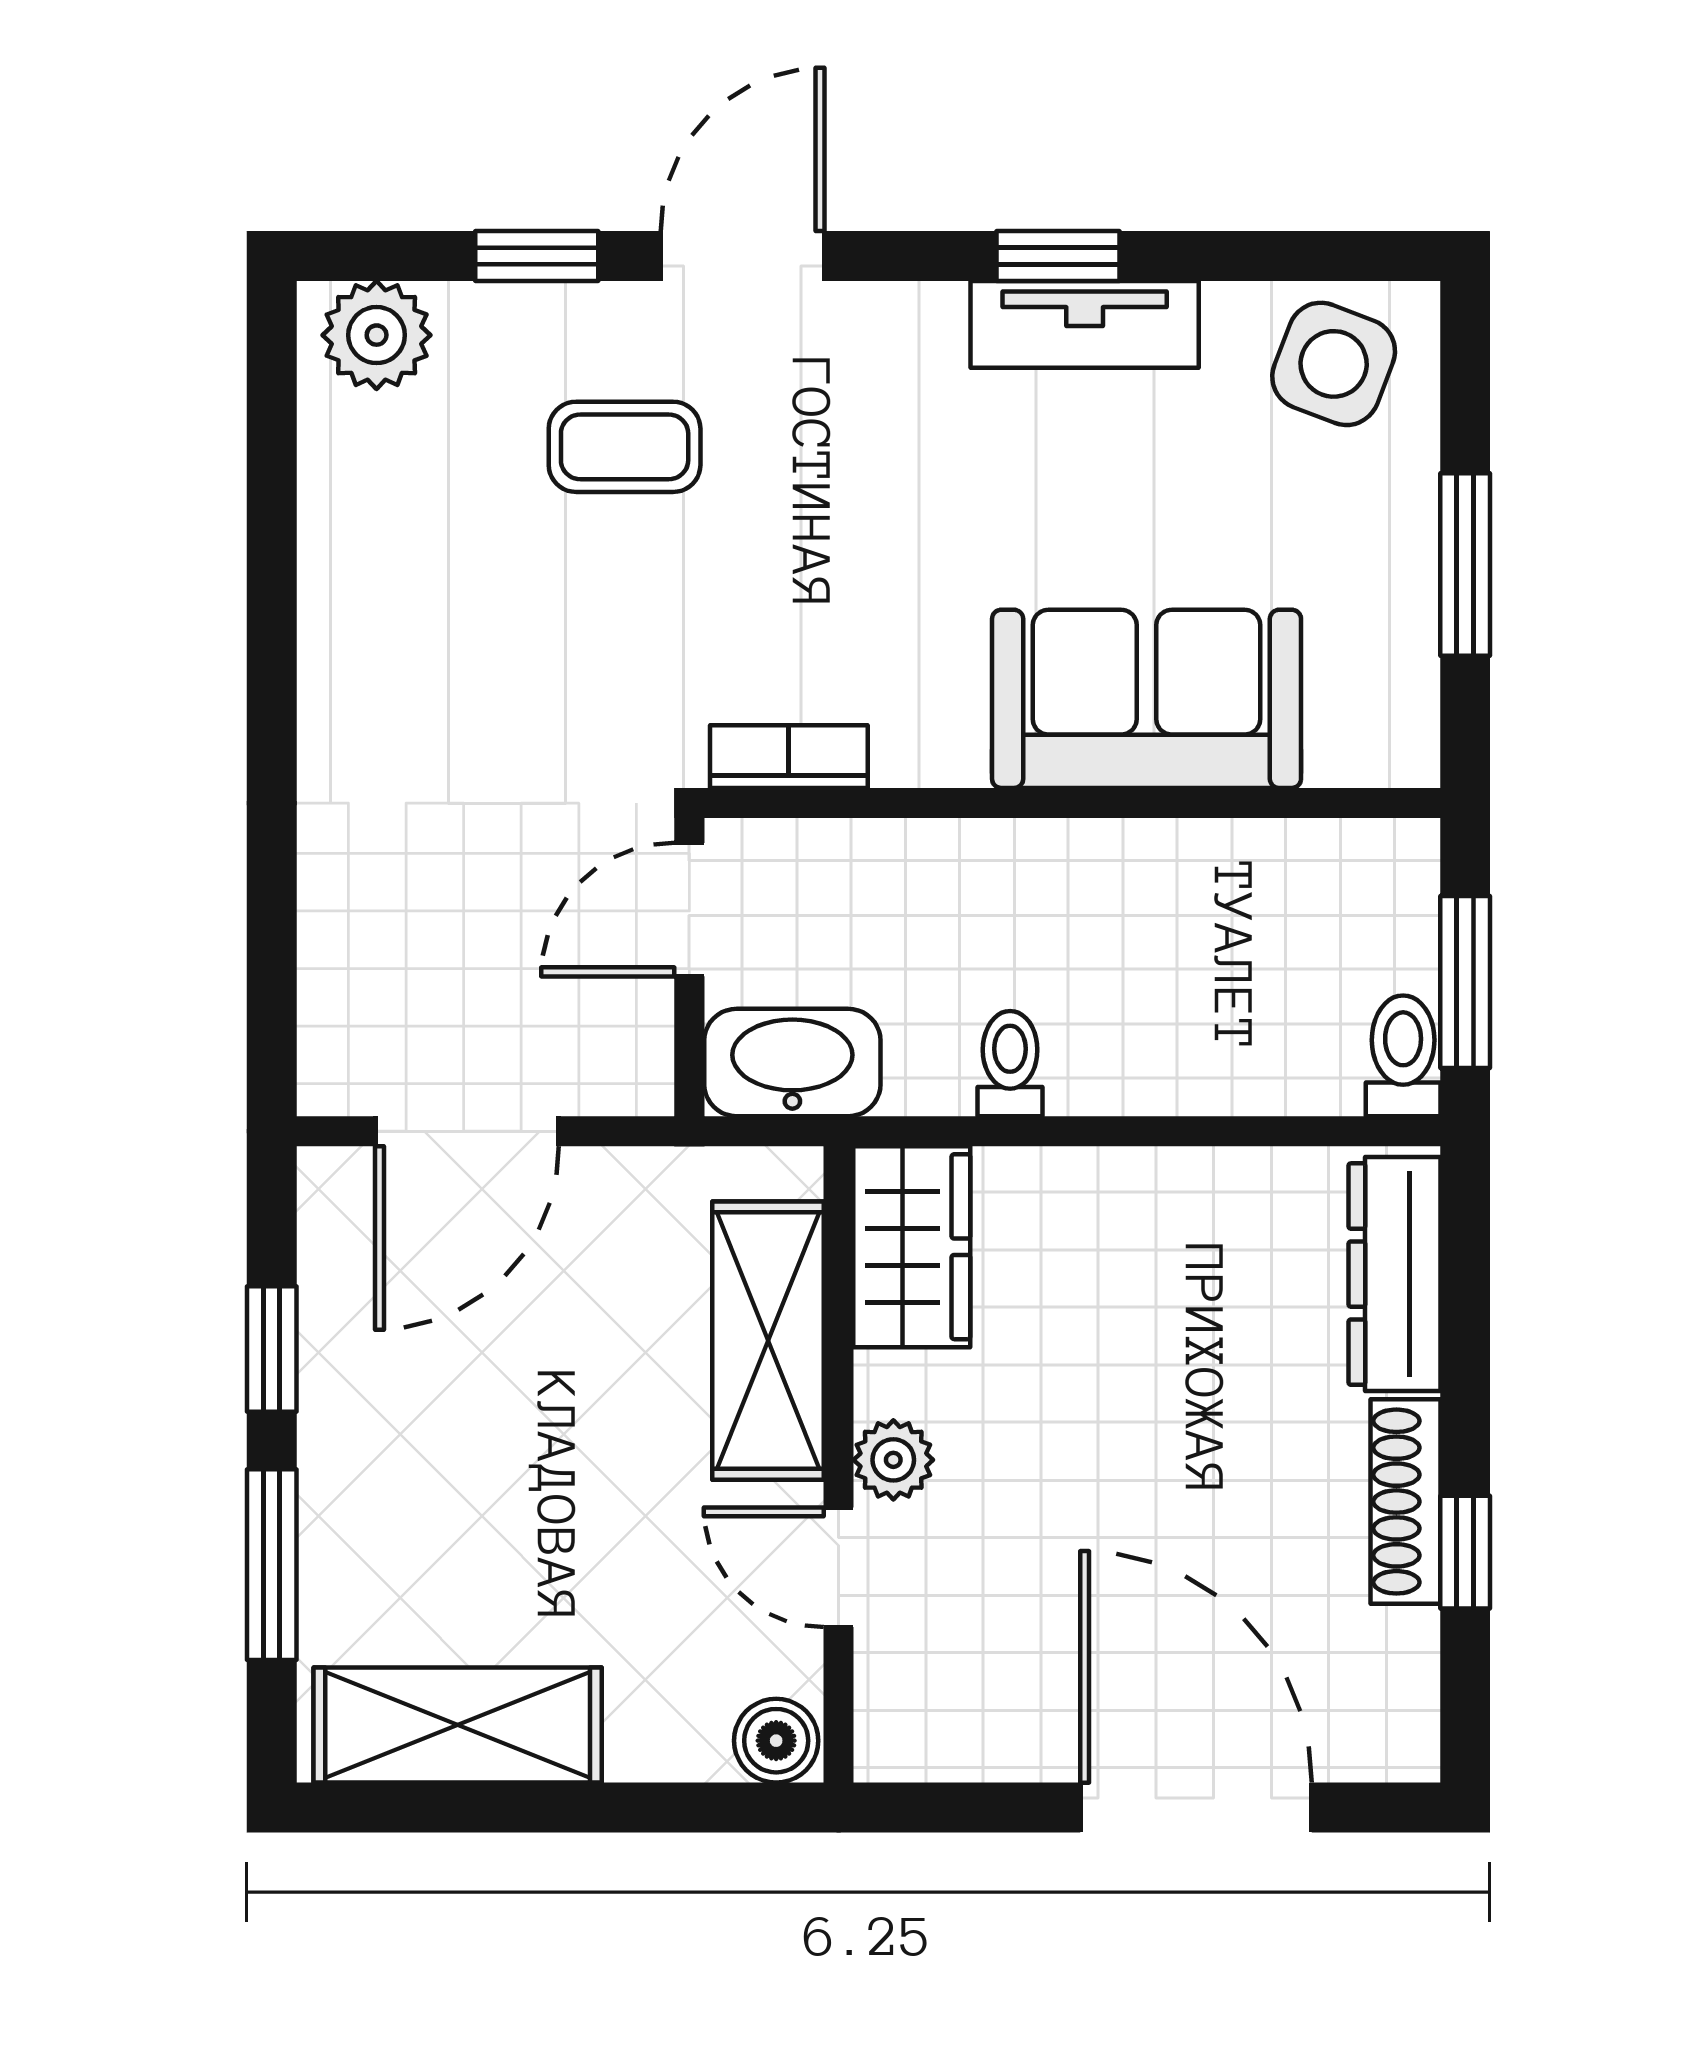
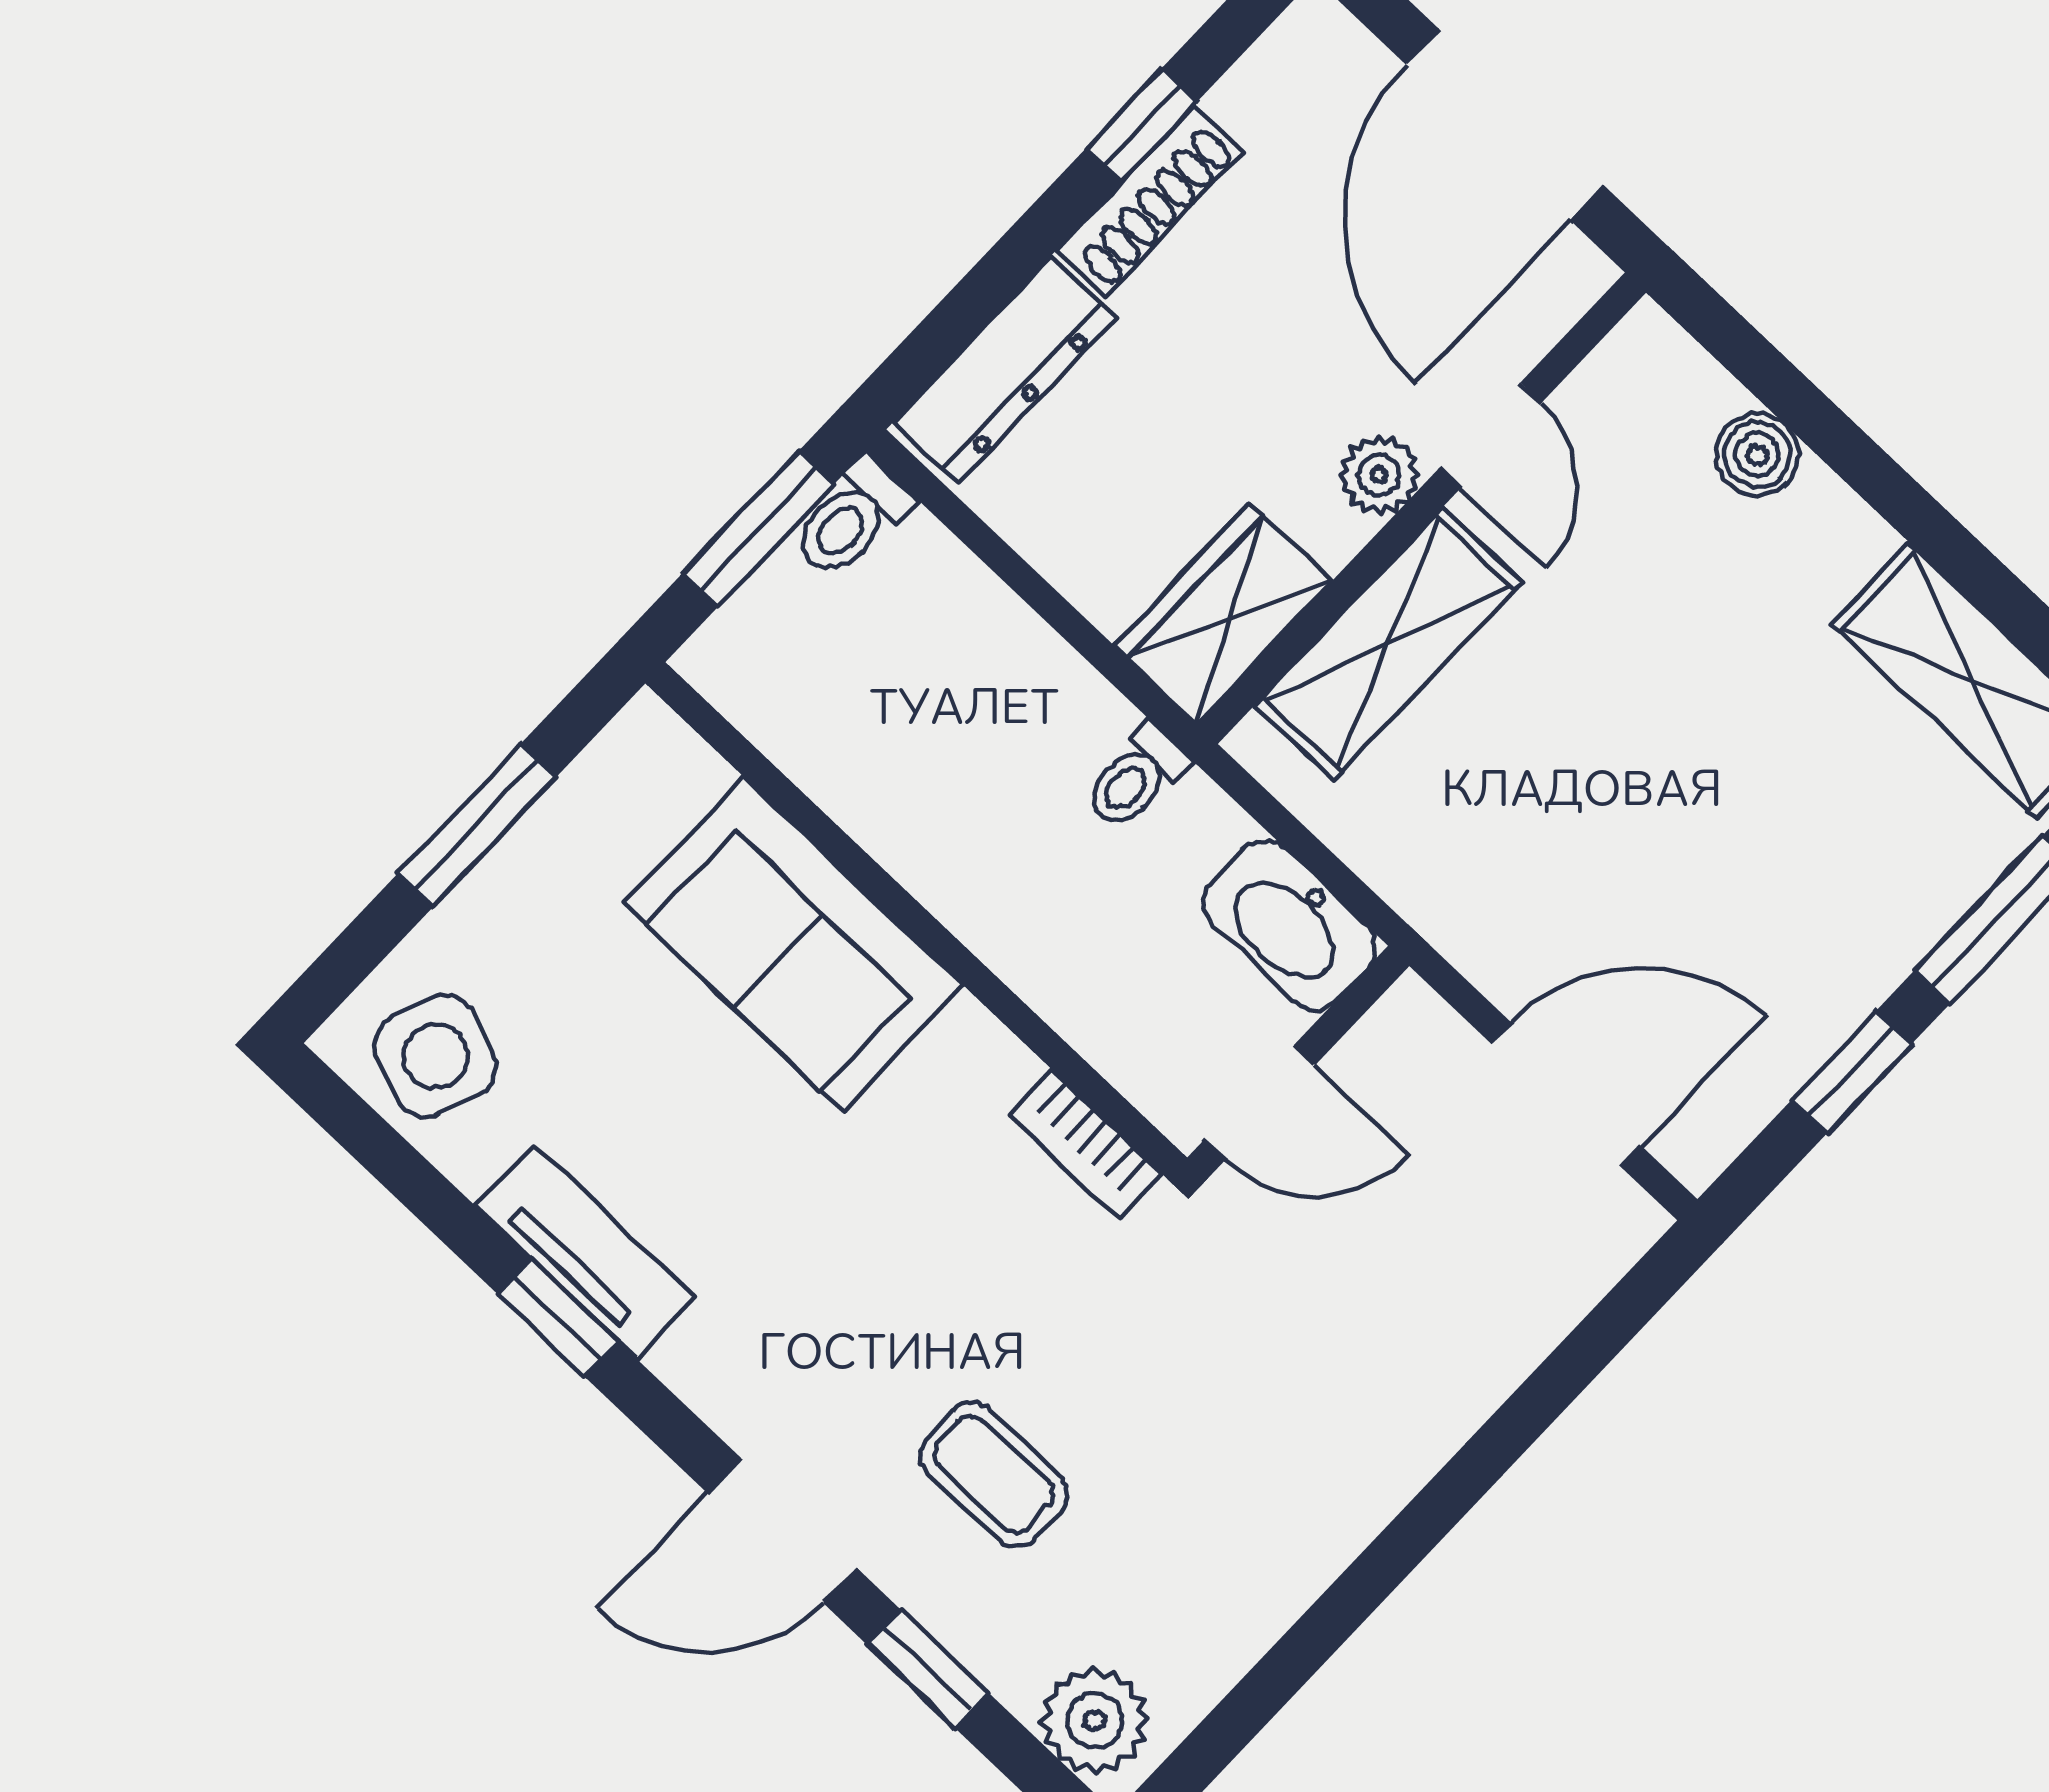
wardrobe: (912, 1247) -> (1223, 613), moved
shelving: (768, 1341) -> (1388, 644), moved
plant: (893, 1460) -> (1379, 475), moved
wall: (839, 1464) -> (1421, 508), moved
door: (839, 1567) -> (1491, 435), moved

